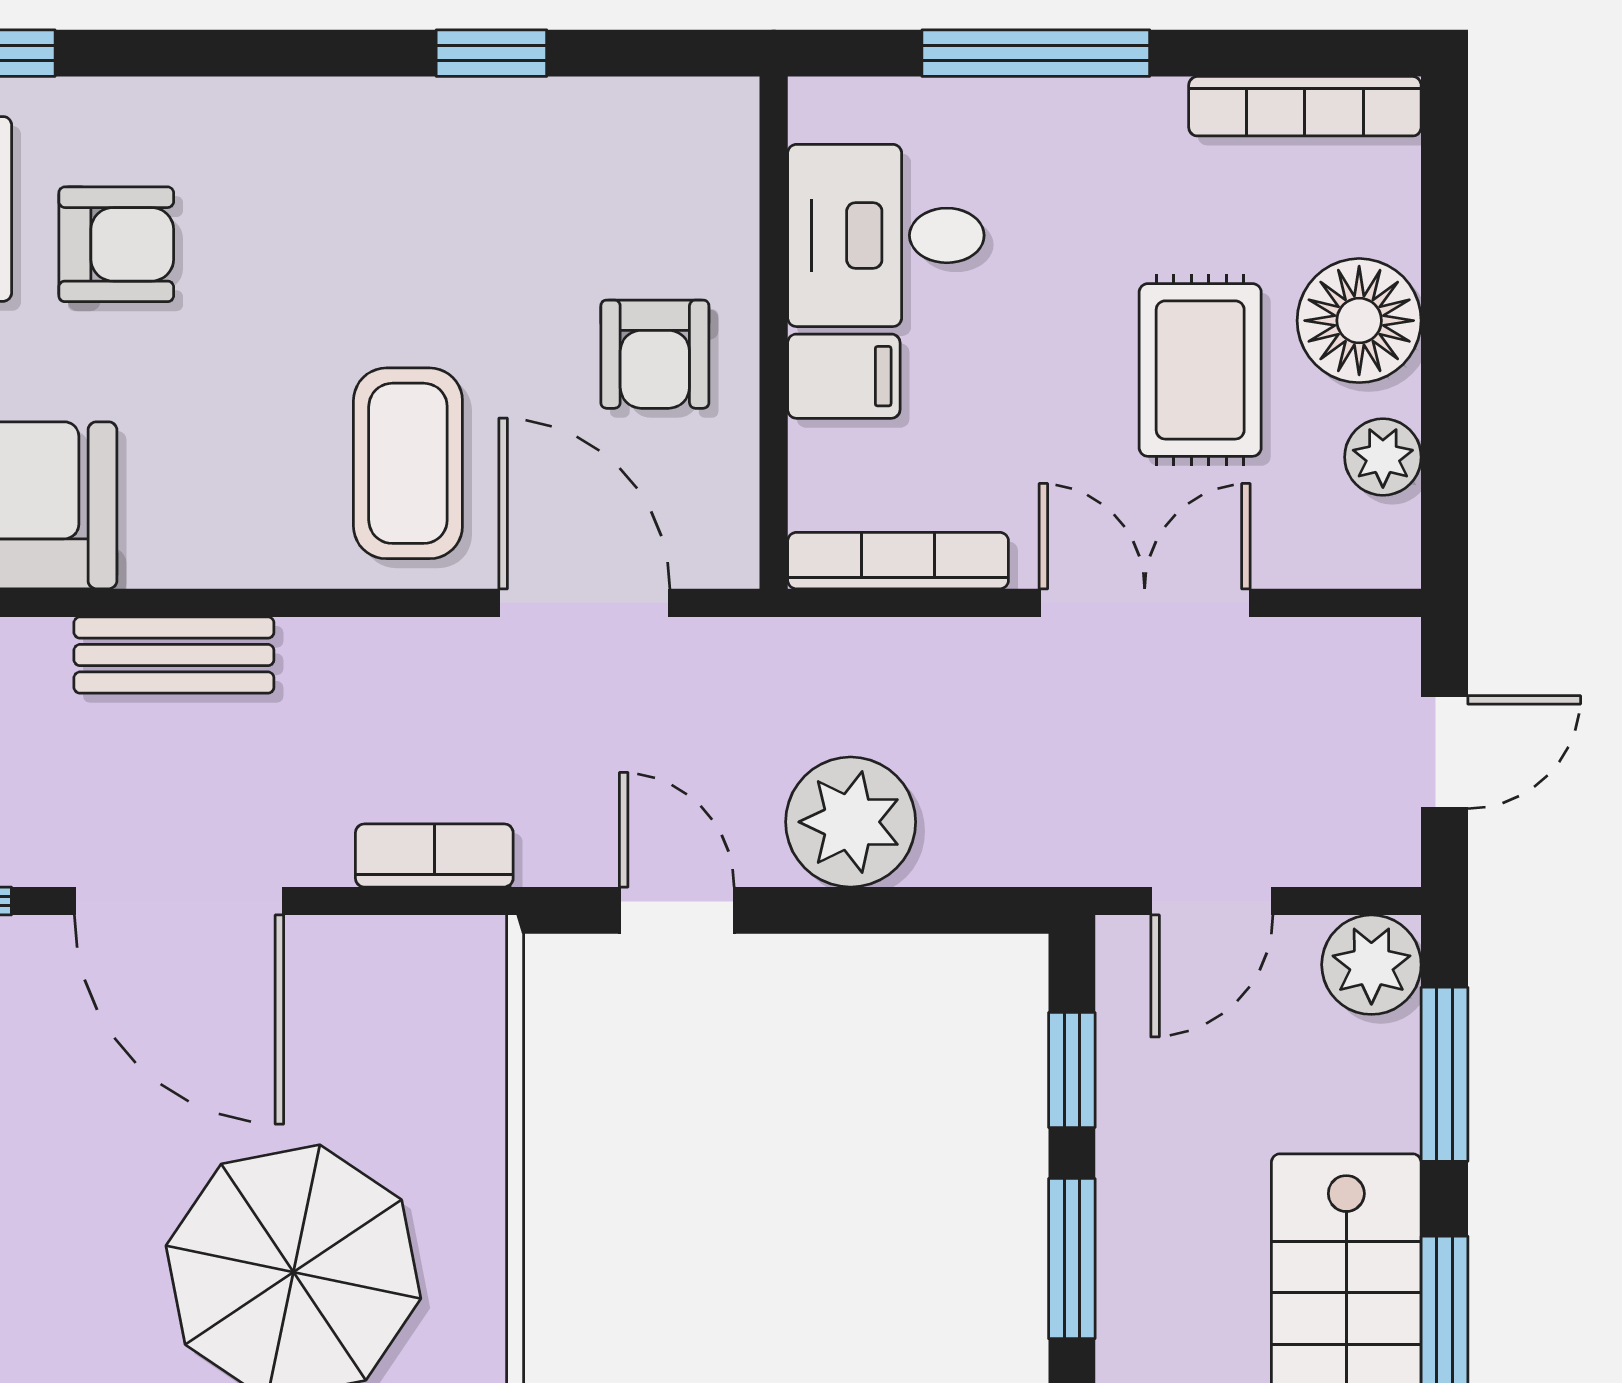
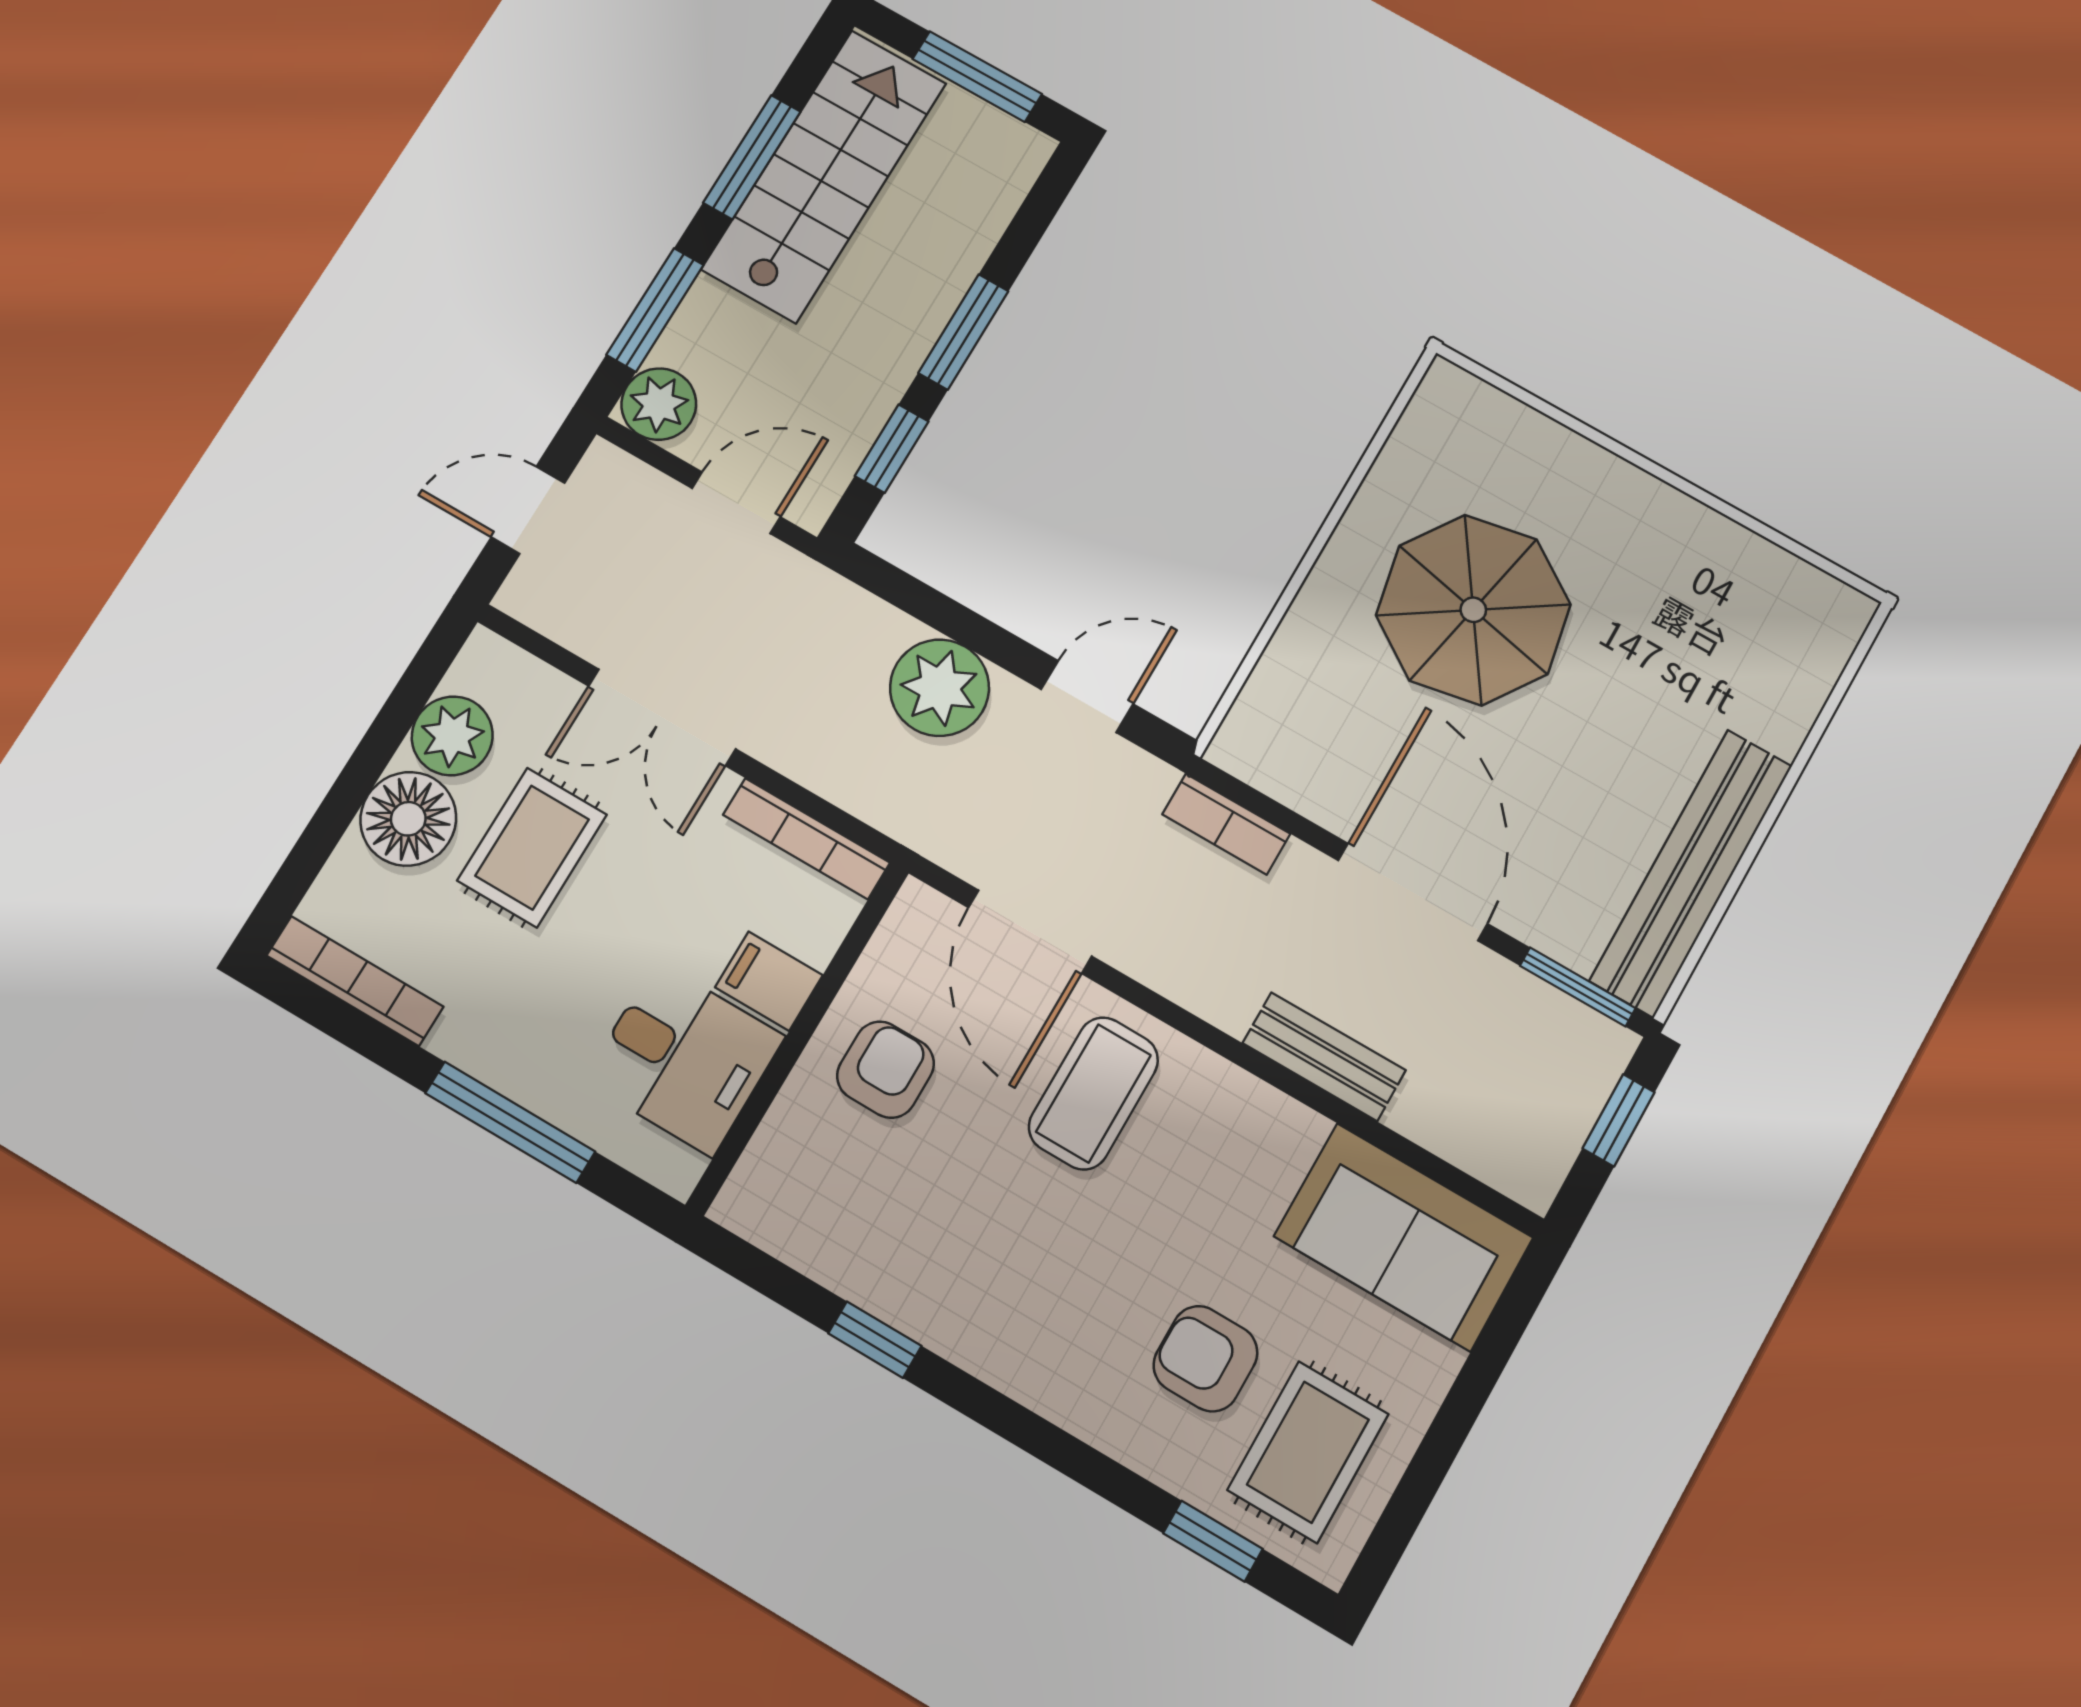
plant: (1383, 457) -> (452, 736), width x1.38, depth x1.38
door: (677, 910) -> (1087, 697), swing flipped

